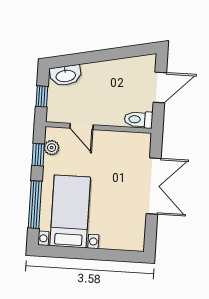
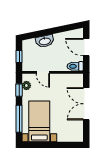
washbasin: (66, 75) -> (45, 41), moved
door: (160, 87) -> (86, 47), swing flipped
double door: (154, 186) -> (86, 104), swing flipped

